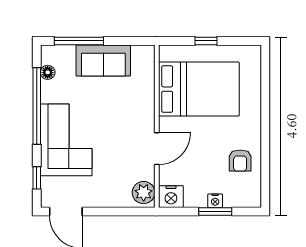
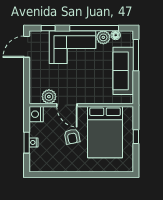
sofa: (103, 61) -> (123, 71), width x1.36
plant: (51, 92) -> (103, 37), added
armchair: (240, 160) -> (72, 137), moved, turned -101
plant: (144, 193) -> (49, 97), moved

